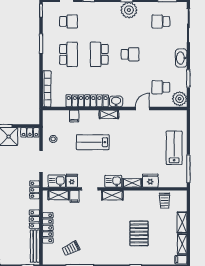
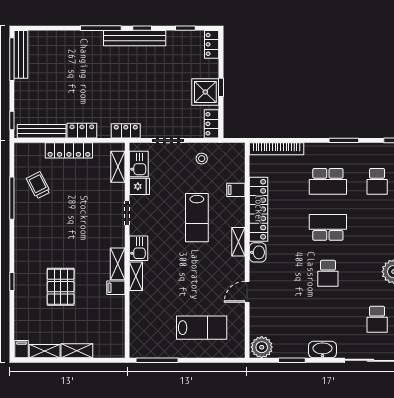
school desk: (161, 21) -> (377, 319), turned 180
school desk: (161, 87) -> (279, 319), removed
door: (142, 108) -> (247, 292), swing flipped
lab bench: (93, 142) -> (197, 218), turned 180
lab bench: (174, 148) -> (202, 328), moved
fridge: (150, 181) -> (139, 304), removed
shelving: (112, 195) -> (118, 264), moved
filing cabinet: (75, 196) -> (116, 288), moved
trolley: (165, 201) -> (110, 325), removed
pallet: (139, 233) -> (61, 287), turned 90

